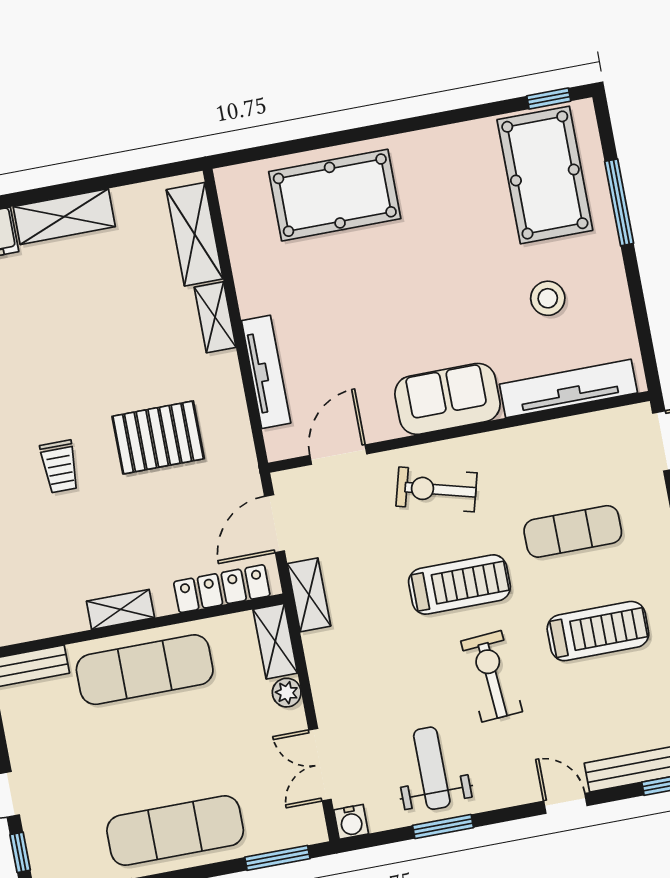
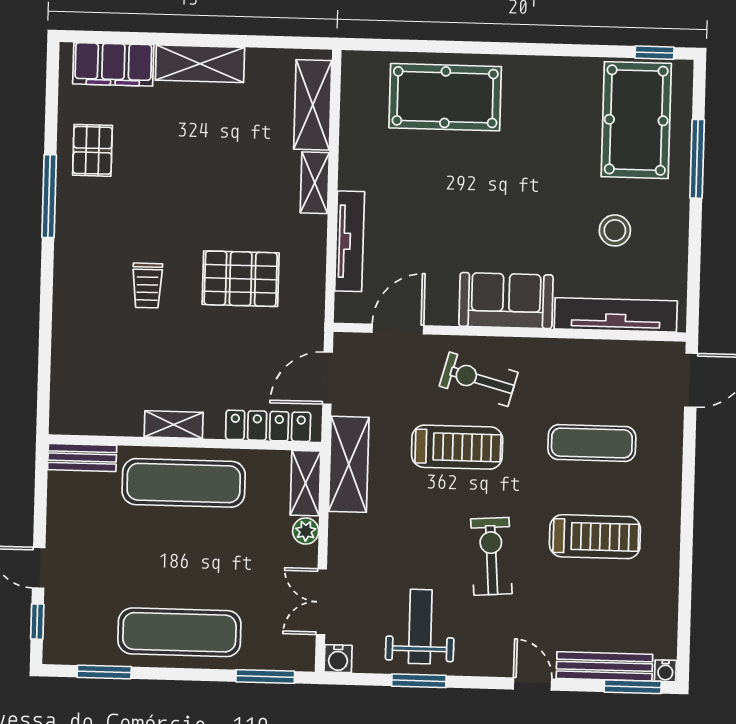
treadmill: (459, 585) -> (457, 447), moved
shelving: (309, 595) -> (349, 464), width x1.50, depth x1.33

